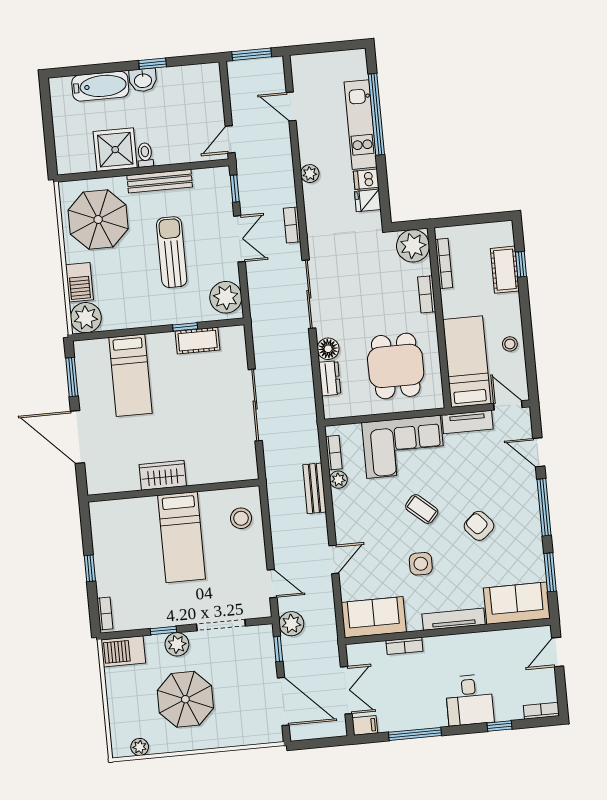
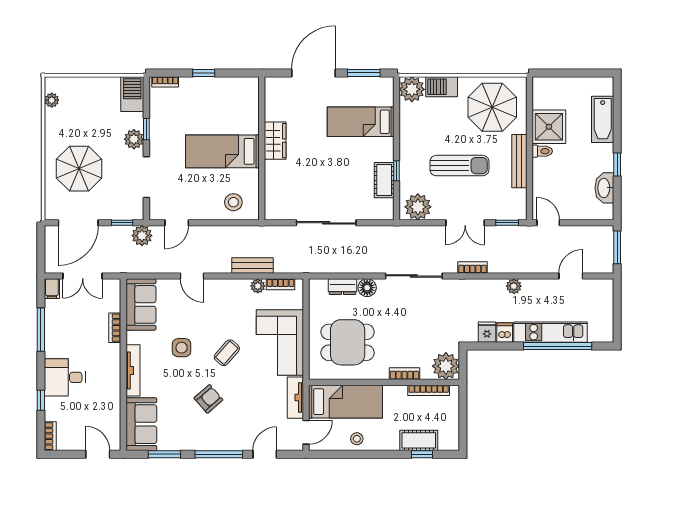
washbasin: (143, 80) -> (604, 188), moved, width x1.38
parasol: (185, 699) -> (79, 169), moved

